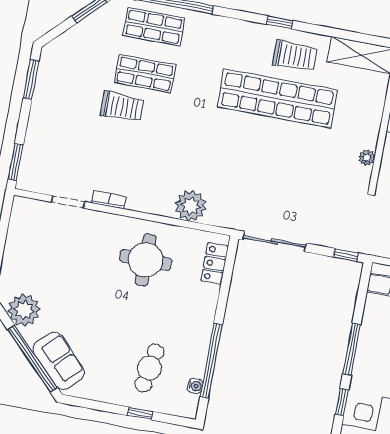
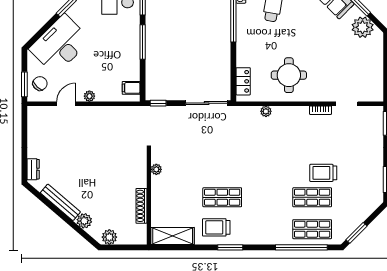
window: (279, 22) -> (230, 247), width x1.50
shop shelf: (277, 99) -> (222, 197), width x0.50, depth x0.74
plant: (191, 206) -> (266, 111), width x0.53, depth x0.53

